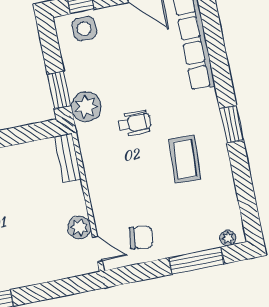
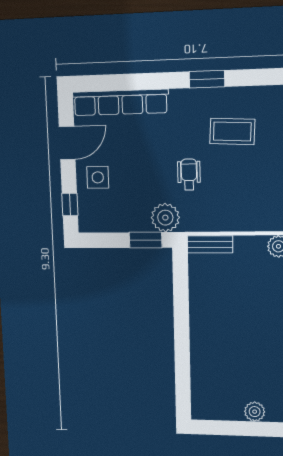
side table: (84, 29) -> (98, 177), moved

